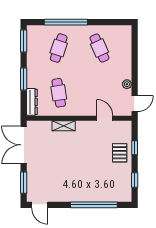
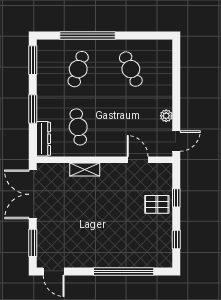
pallet: (120, 153) -> (157, 204), turned 90

